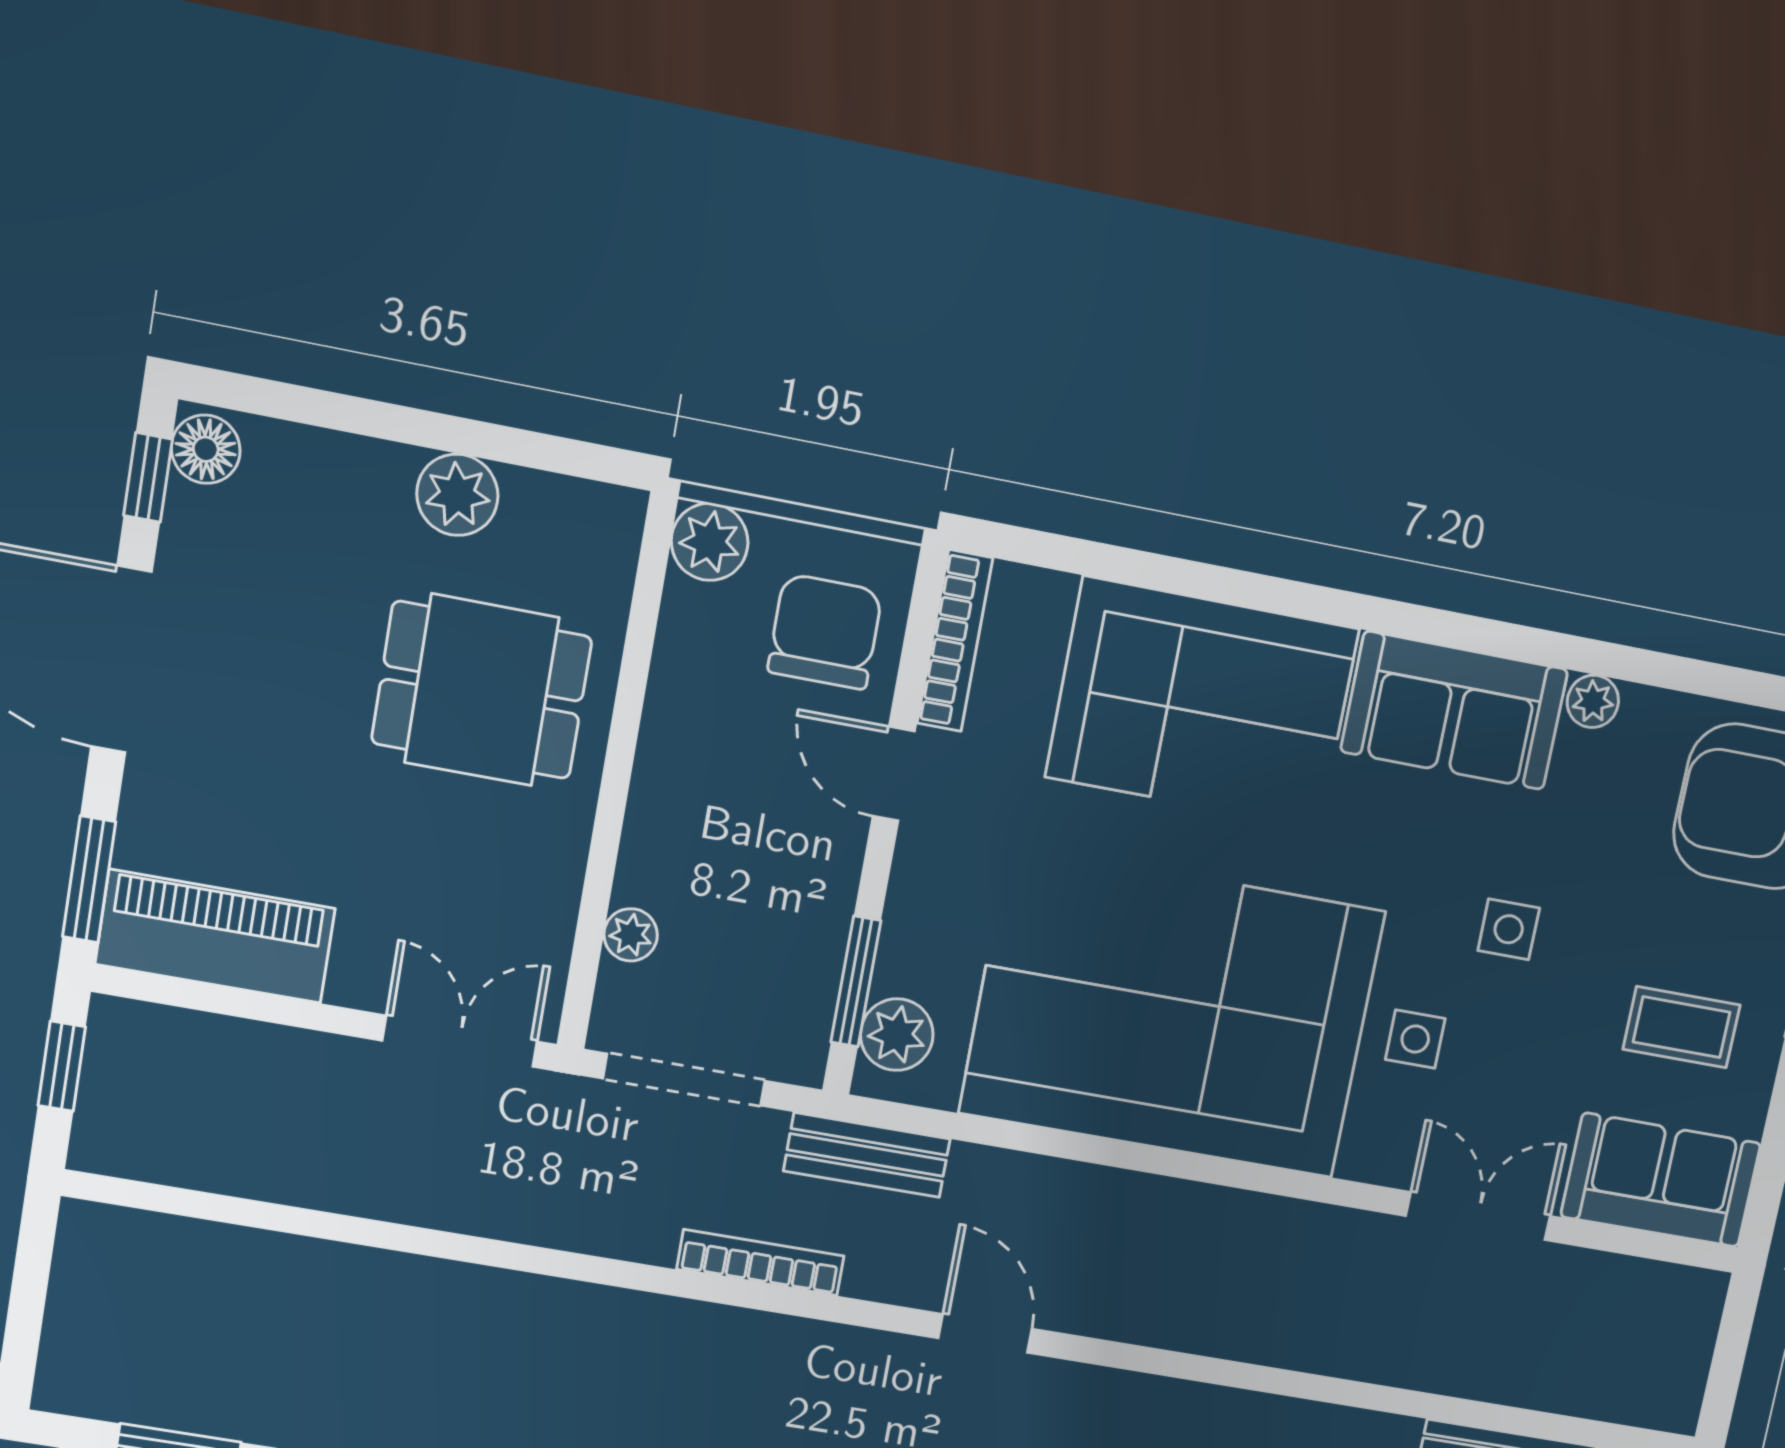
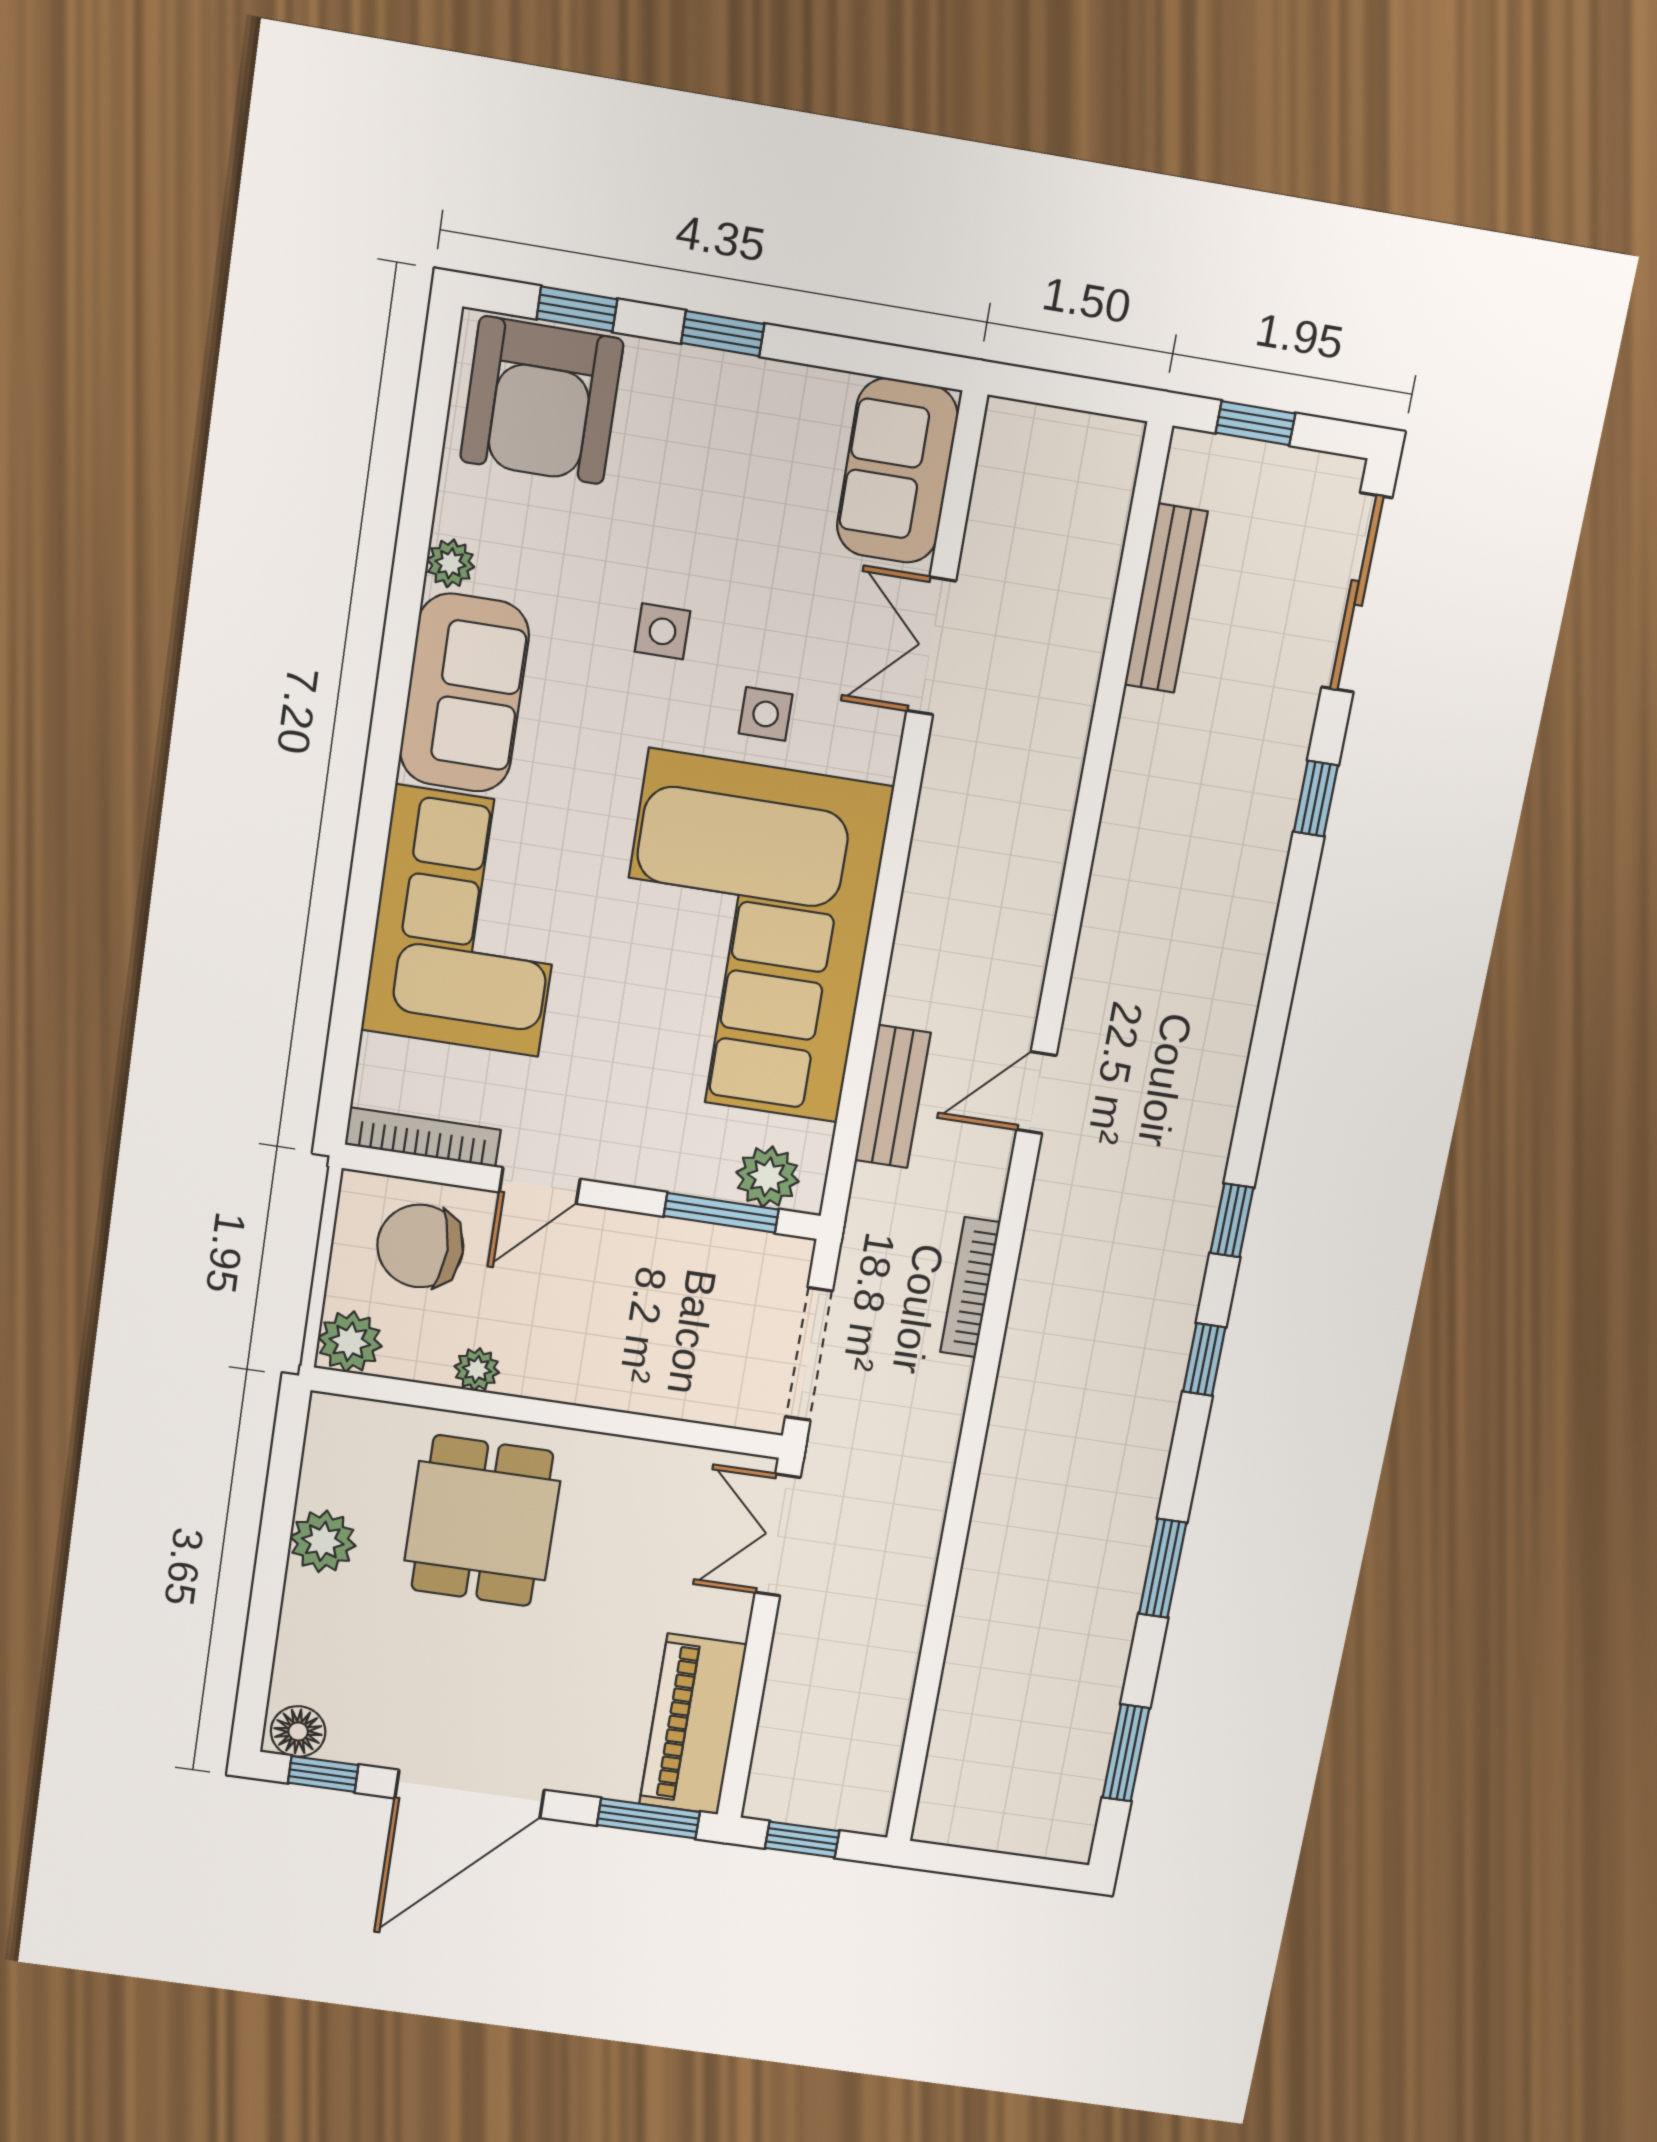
plant: (631, 935) -> (477, 1369), moved
coffee table: (1681, 1027) -> (751, 459), removed
bench: (867, 1155) -> (893, 1097), moved

